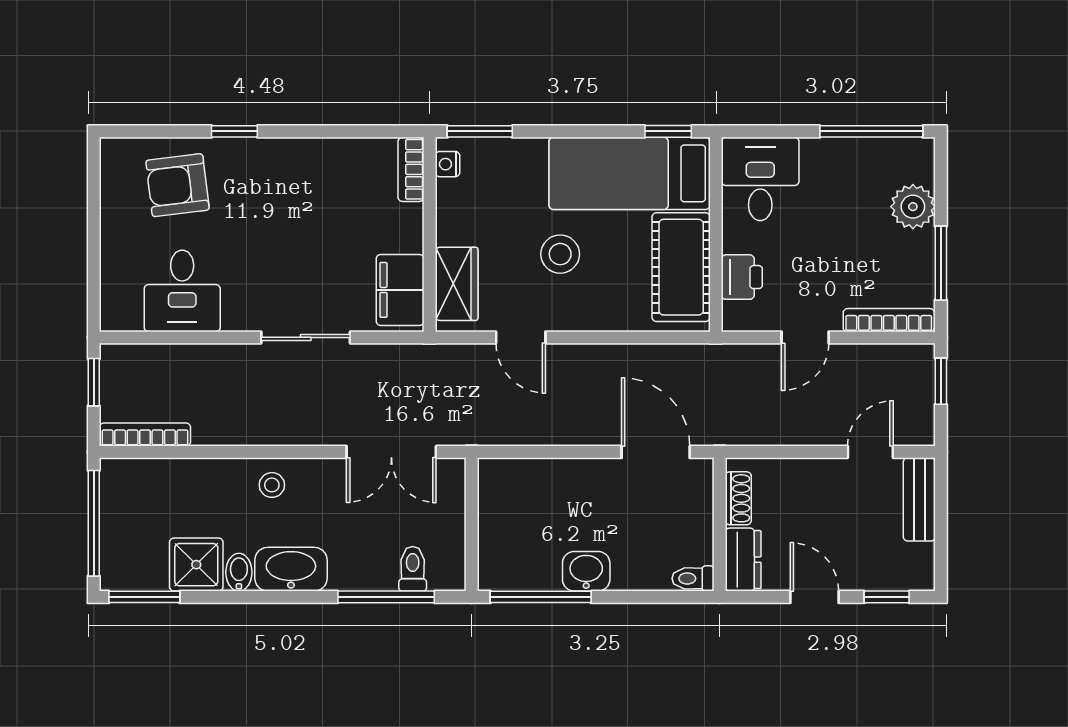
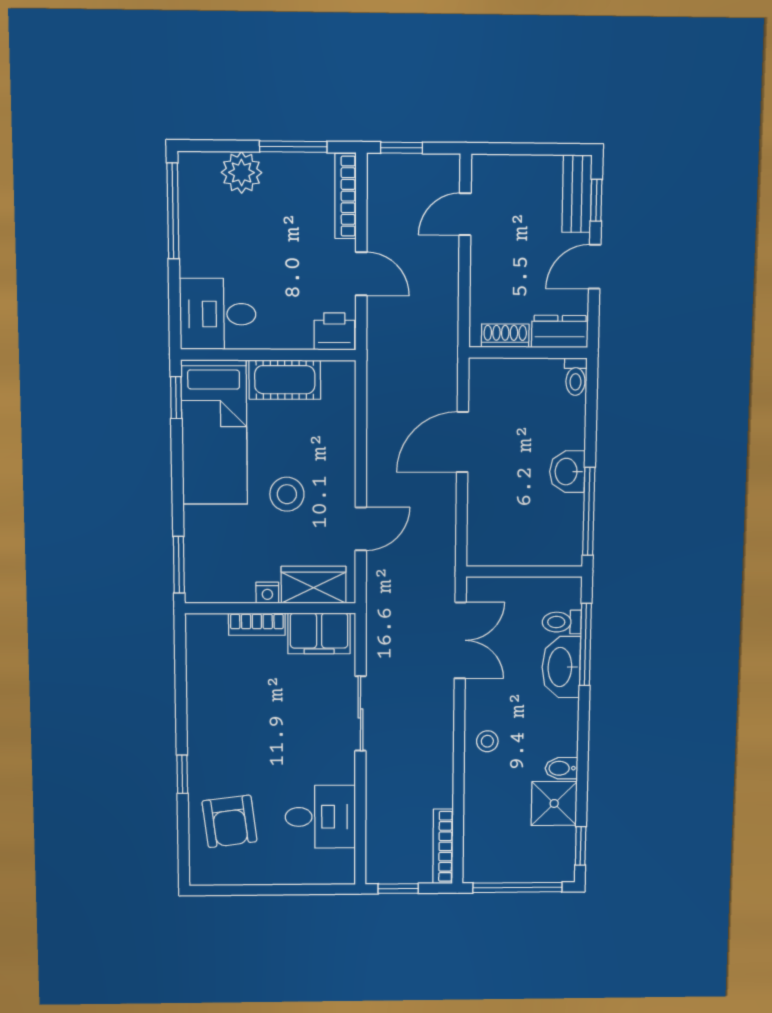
nightstand: (447, 164) -> (267, 593), moved
bookcase: (411, 169) -> (257, 624), moved
cot: (681, 267) -> (285, 380), width x0.73, depth x0.75
printer: (742, 277) -> (334, 331), moved
door: (656, 452) -> (462, 442), moved
door: (870, 452) -> (465, 214), hinge flipped
bench: (919, 499) -> (577, 194), moved, turned 90
washbasin: (291, 569) -> (561, 667), moved
window: (144, 597) -> (581, 846), width x0.67

